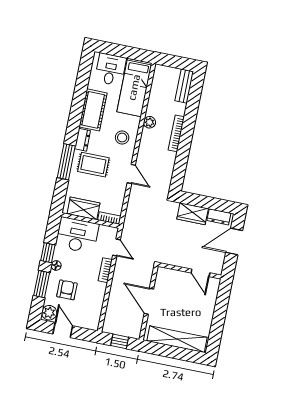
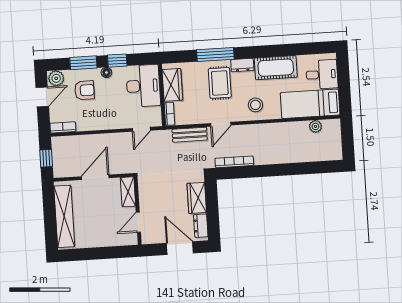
bench: (184, 86) -> (190, 135), moved
plant: (149, 122) -> (315, 126), moved
bookcase: (176, 133) -> (234, 162), moved
bookcase: (105, 270) -> (63, 127), moved
shelving: (170, 275) -> (128, 192), added

